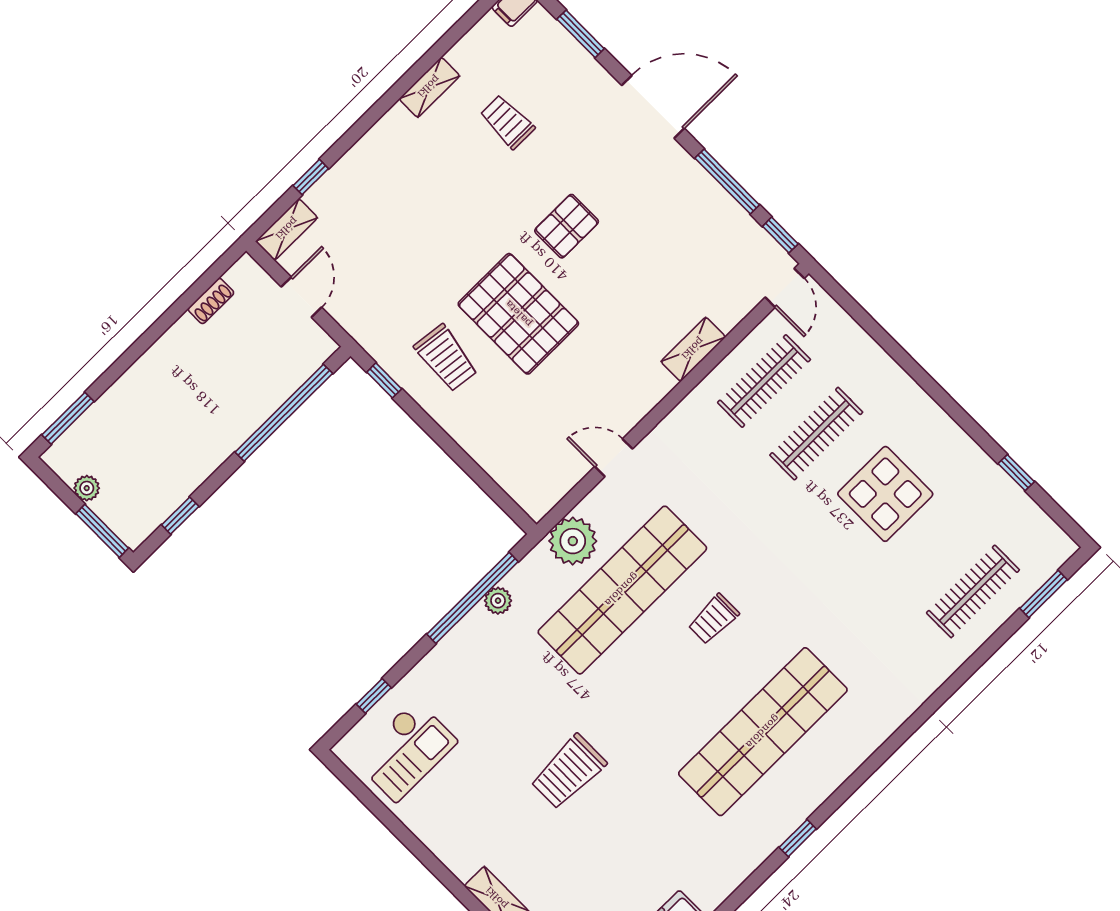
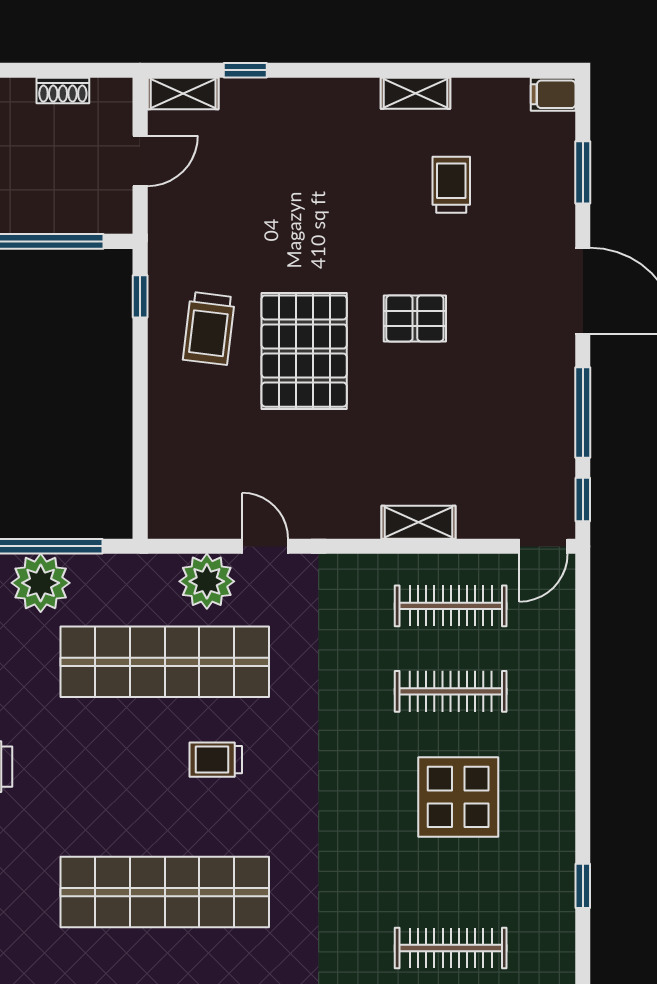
plant: (573, 541) -> (207, 581), moved
plant: (498, 601) -> (41, 583), width x1.88, depth x1.88

